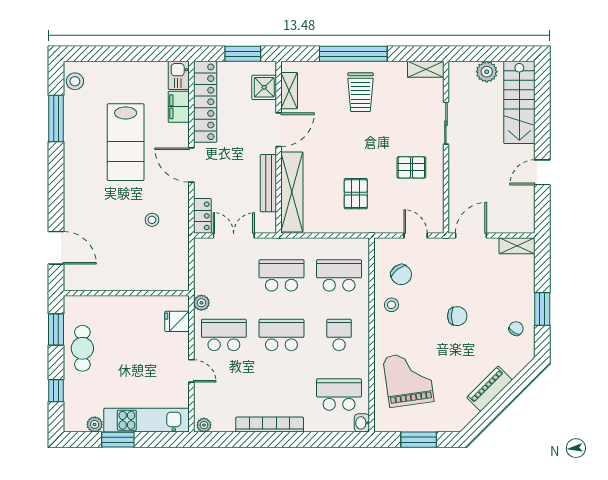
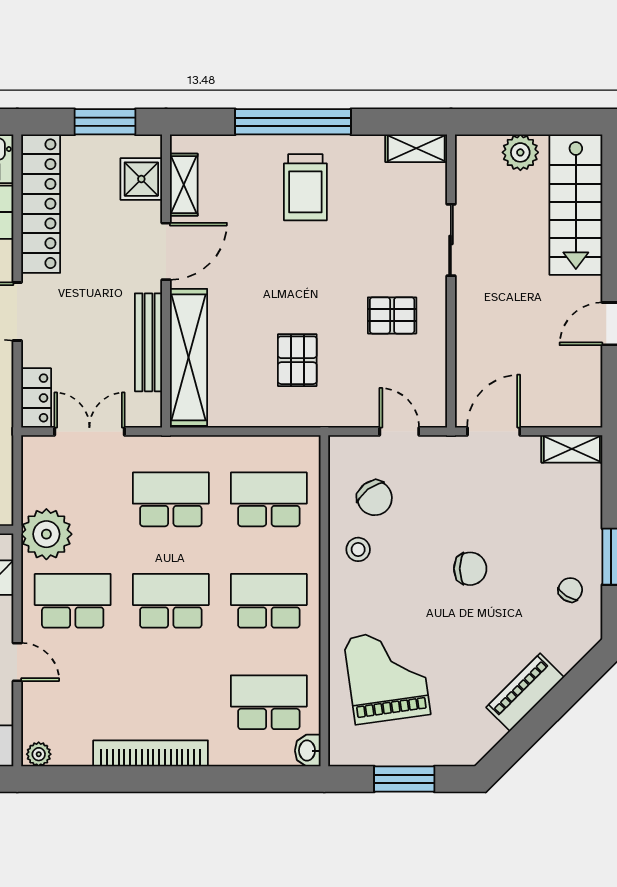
plant: (201, 303) -> (46, 534), width x1.88, depth x1.88
school desk: (339, 335) -> (269, 601), width x1.85

